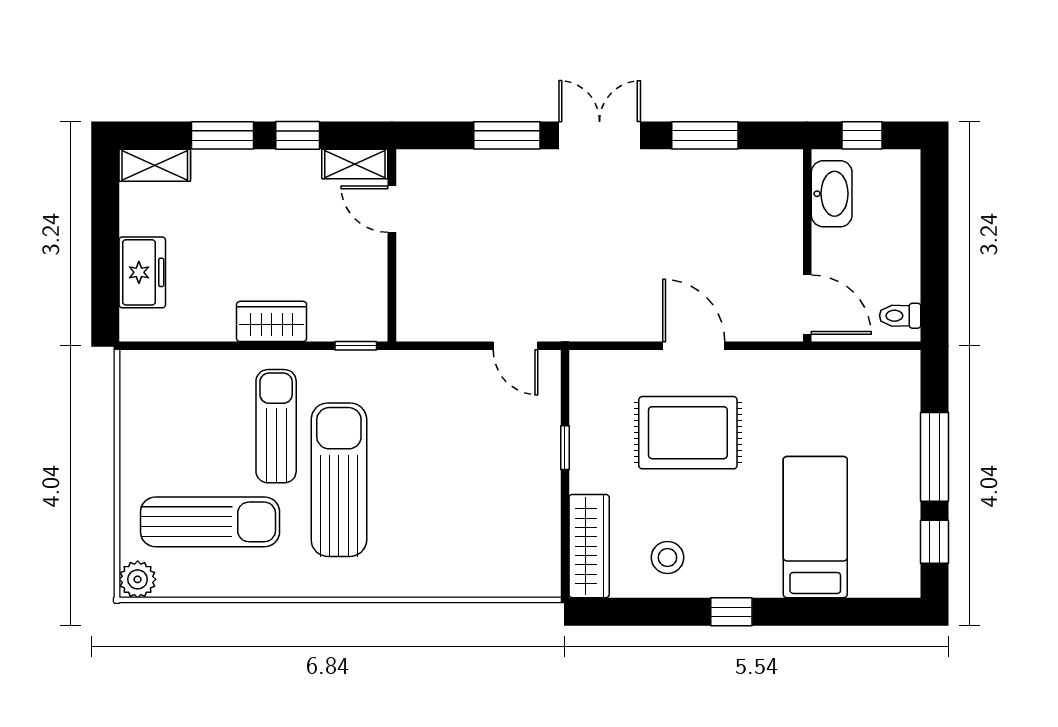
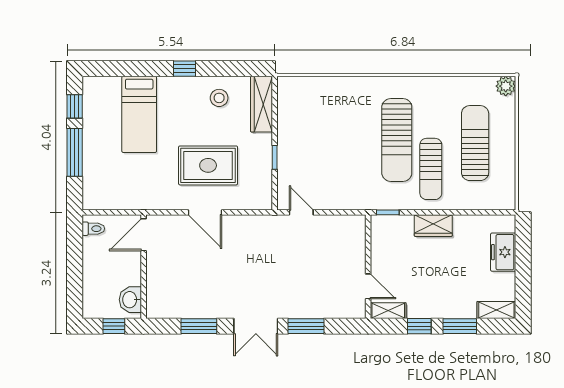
washbasin: (832, 194) -> (130, 300), width x0.72
door: (807, 305) -> (144, 235), hinge flipped
sun lounger: (210, 522) -> (475, 143), moved, turned 90

